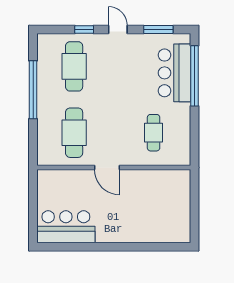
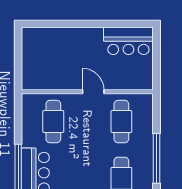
cafe table: (154, 133) -> (53, 122), width x1.37, depth x1.35

